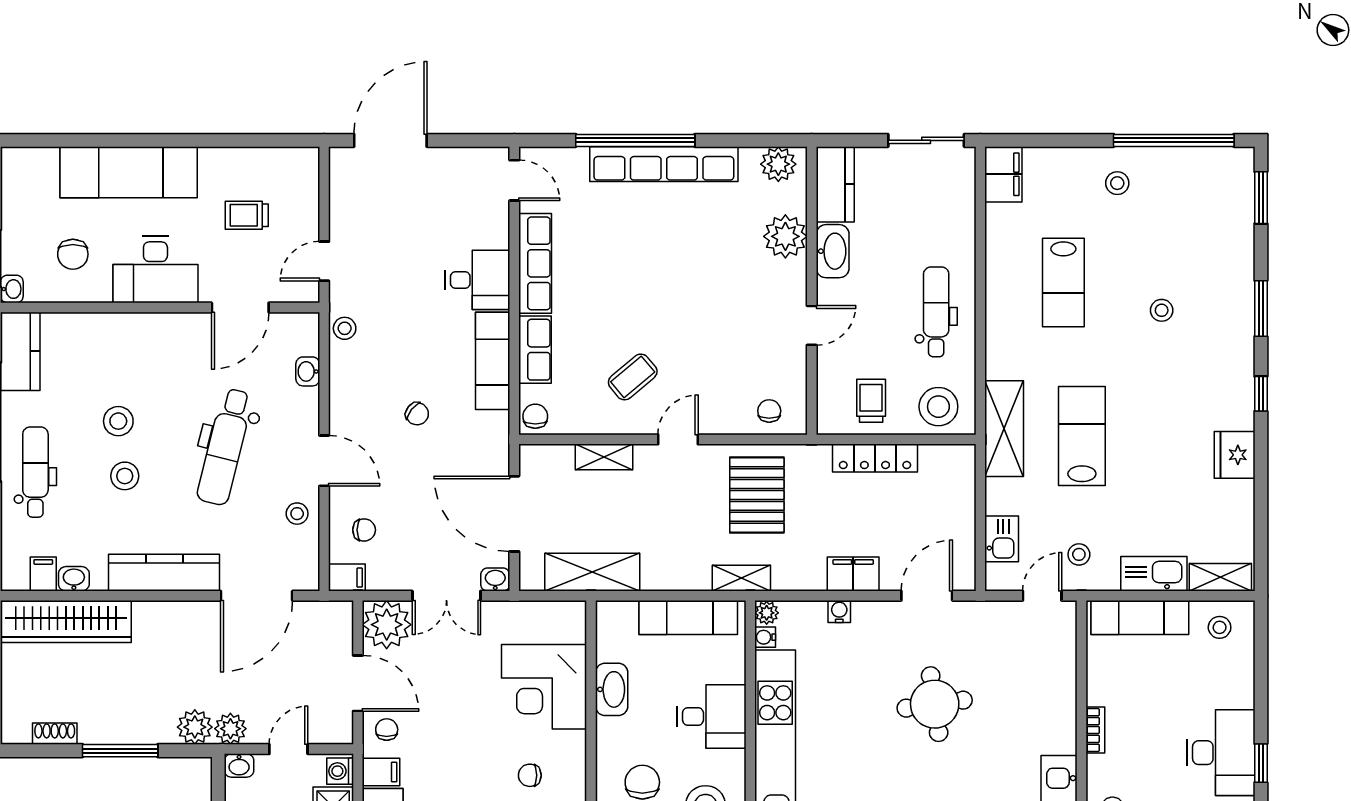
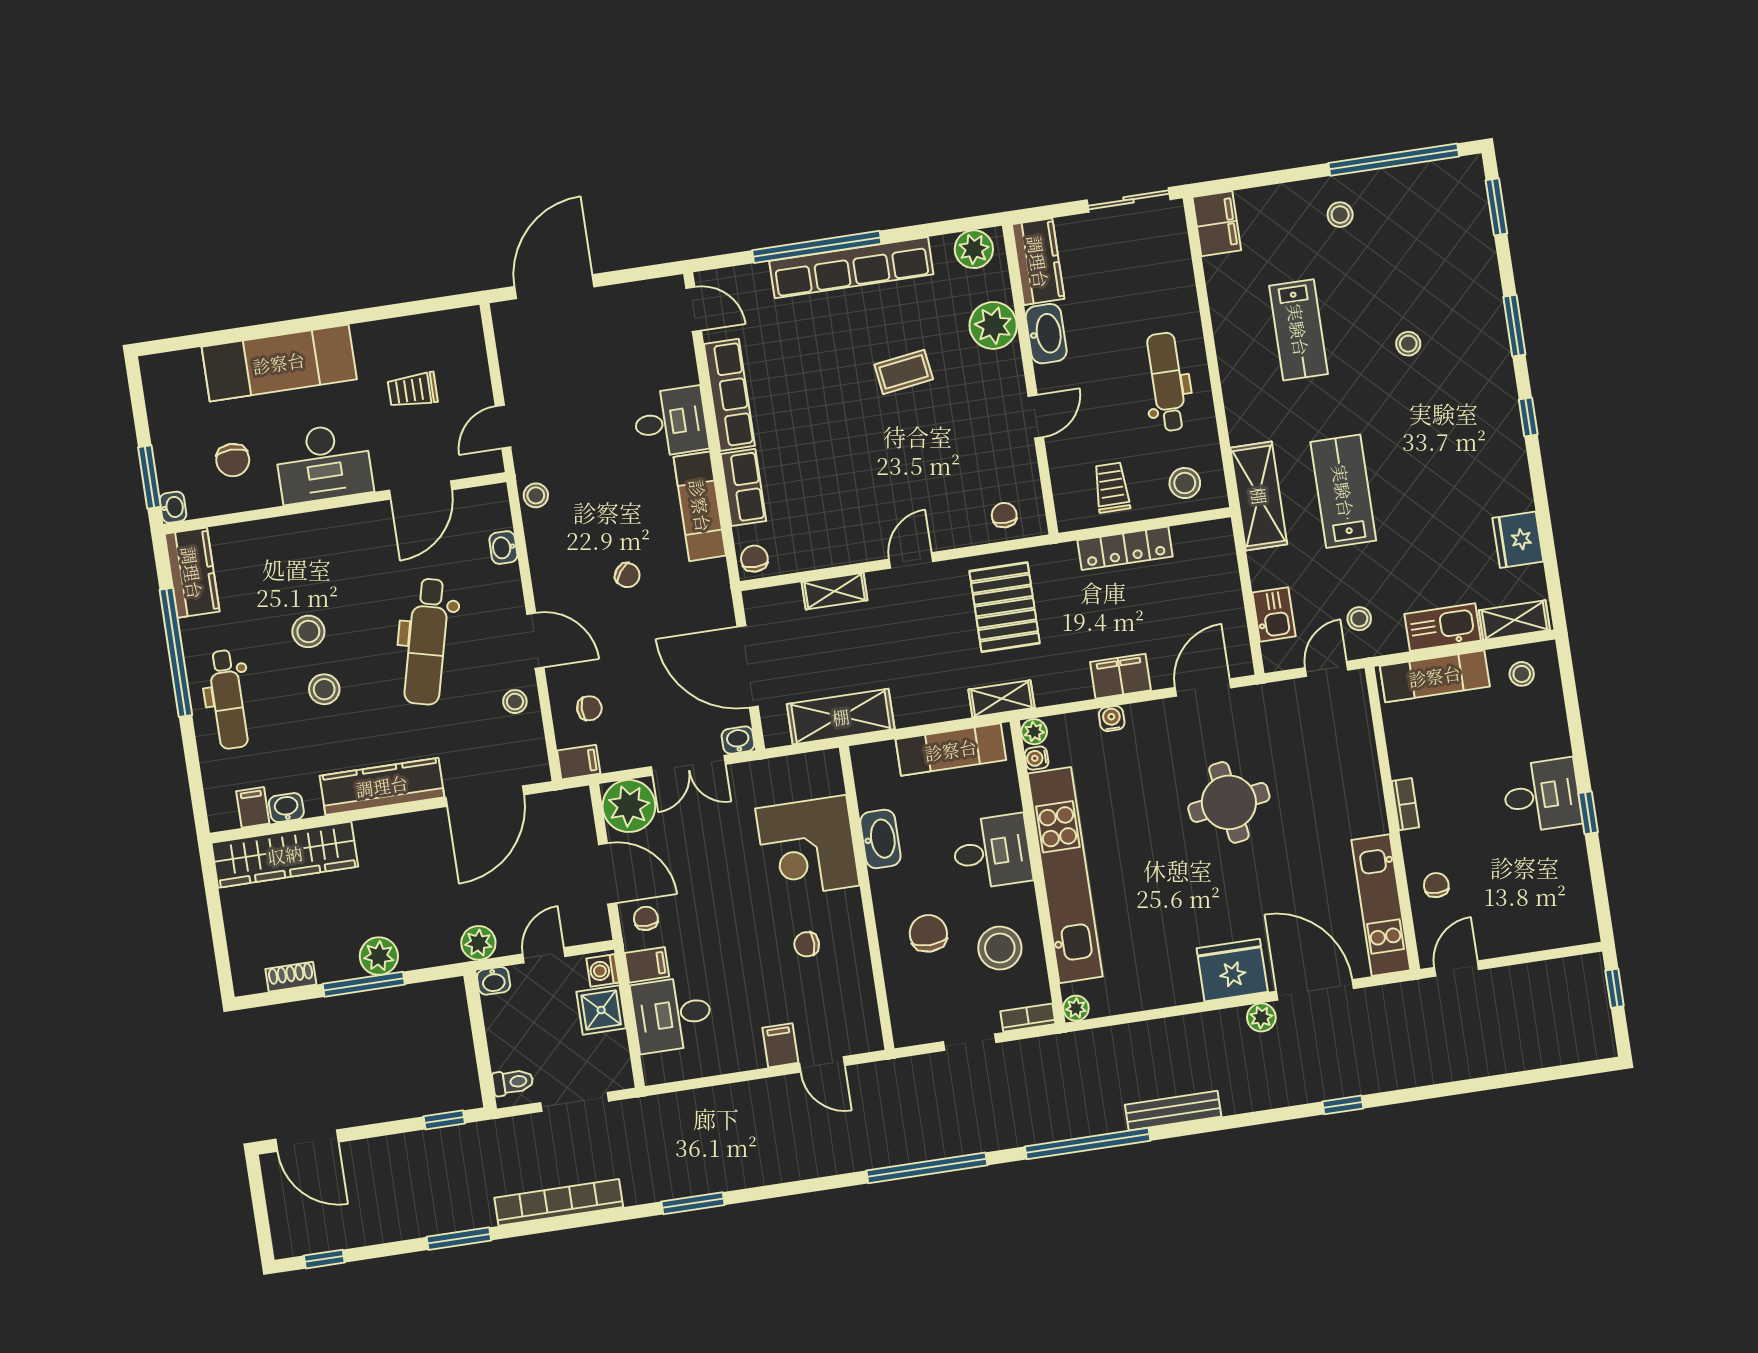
coffee table: (633, 377) -> (904, 372), moved, turned 32
stool: (938, 407) -> (1185, 483), width x0.73, depth x0.73
fridge: (1235, 455) -> (1518, 540), moved
dental chair: (35, 472) -> (228, 699), turned 180
plant: (195, 727) -> (379, 956), moved
desk: (1221, 753) -> (1542, 795), width x0.73

